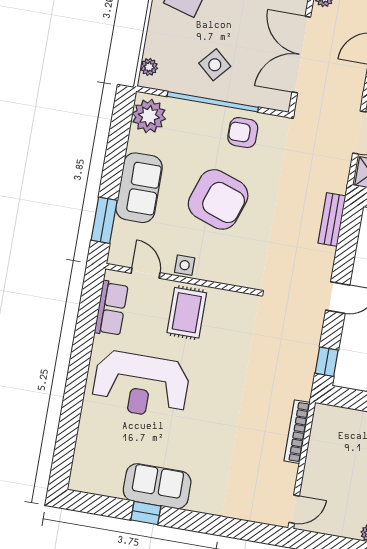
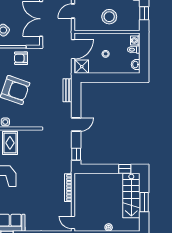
door: (294, 509) -> (73, 222), swing flipped

